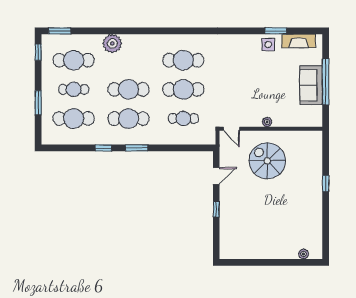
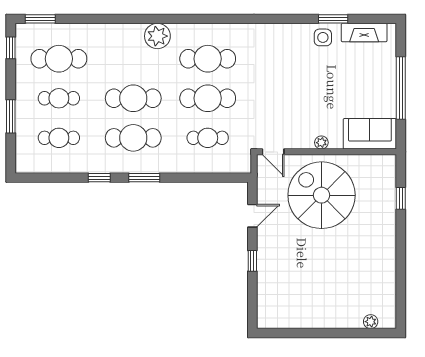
plant: (112, 43) -> (157, 36), moved
sofa: (311, 85) -> (370, 134), moved, turned 90
cafe table: (74, 119) -> (59, 138), width x0.73, depth x0.74
spiral stairs: (267, 161) -> (322, 195), width x1.37, depth x1.37
window: (326, 184) -> (401, 198), moved

